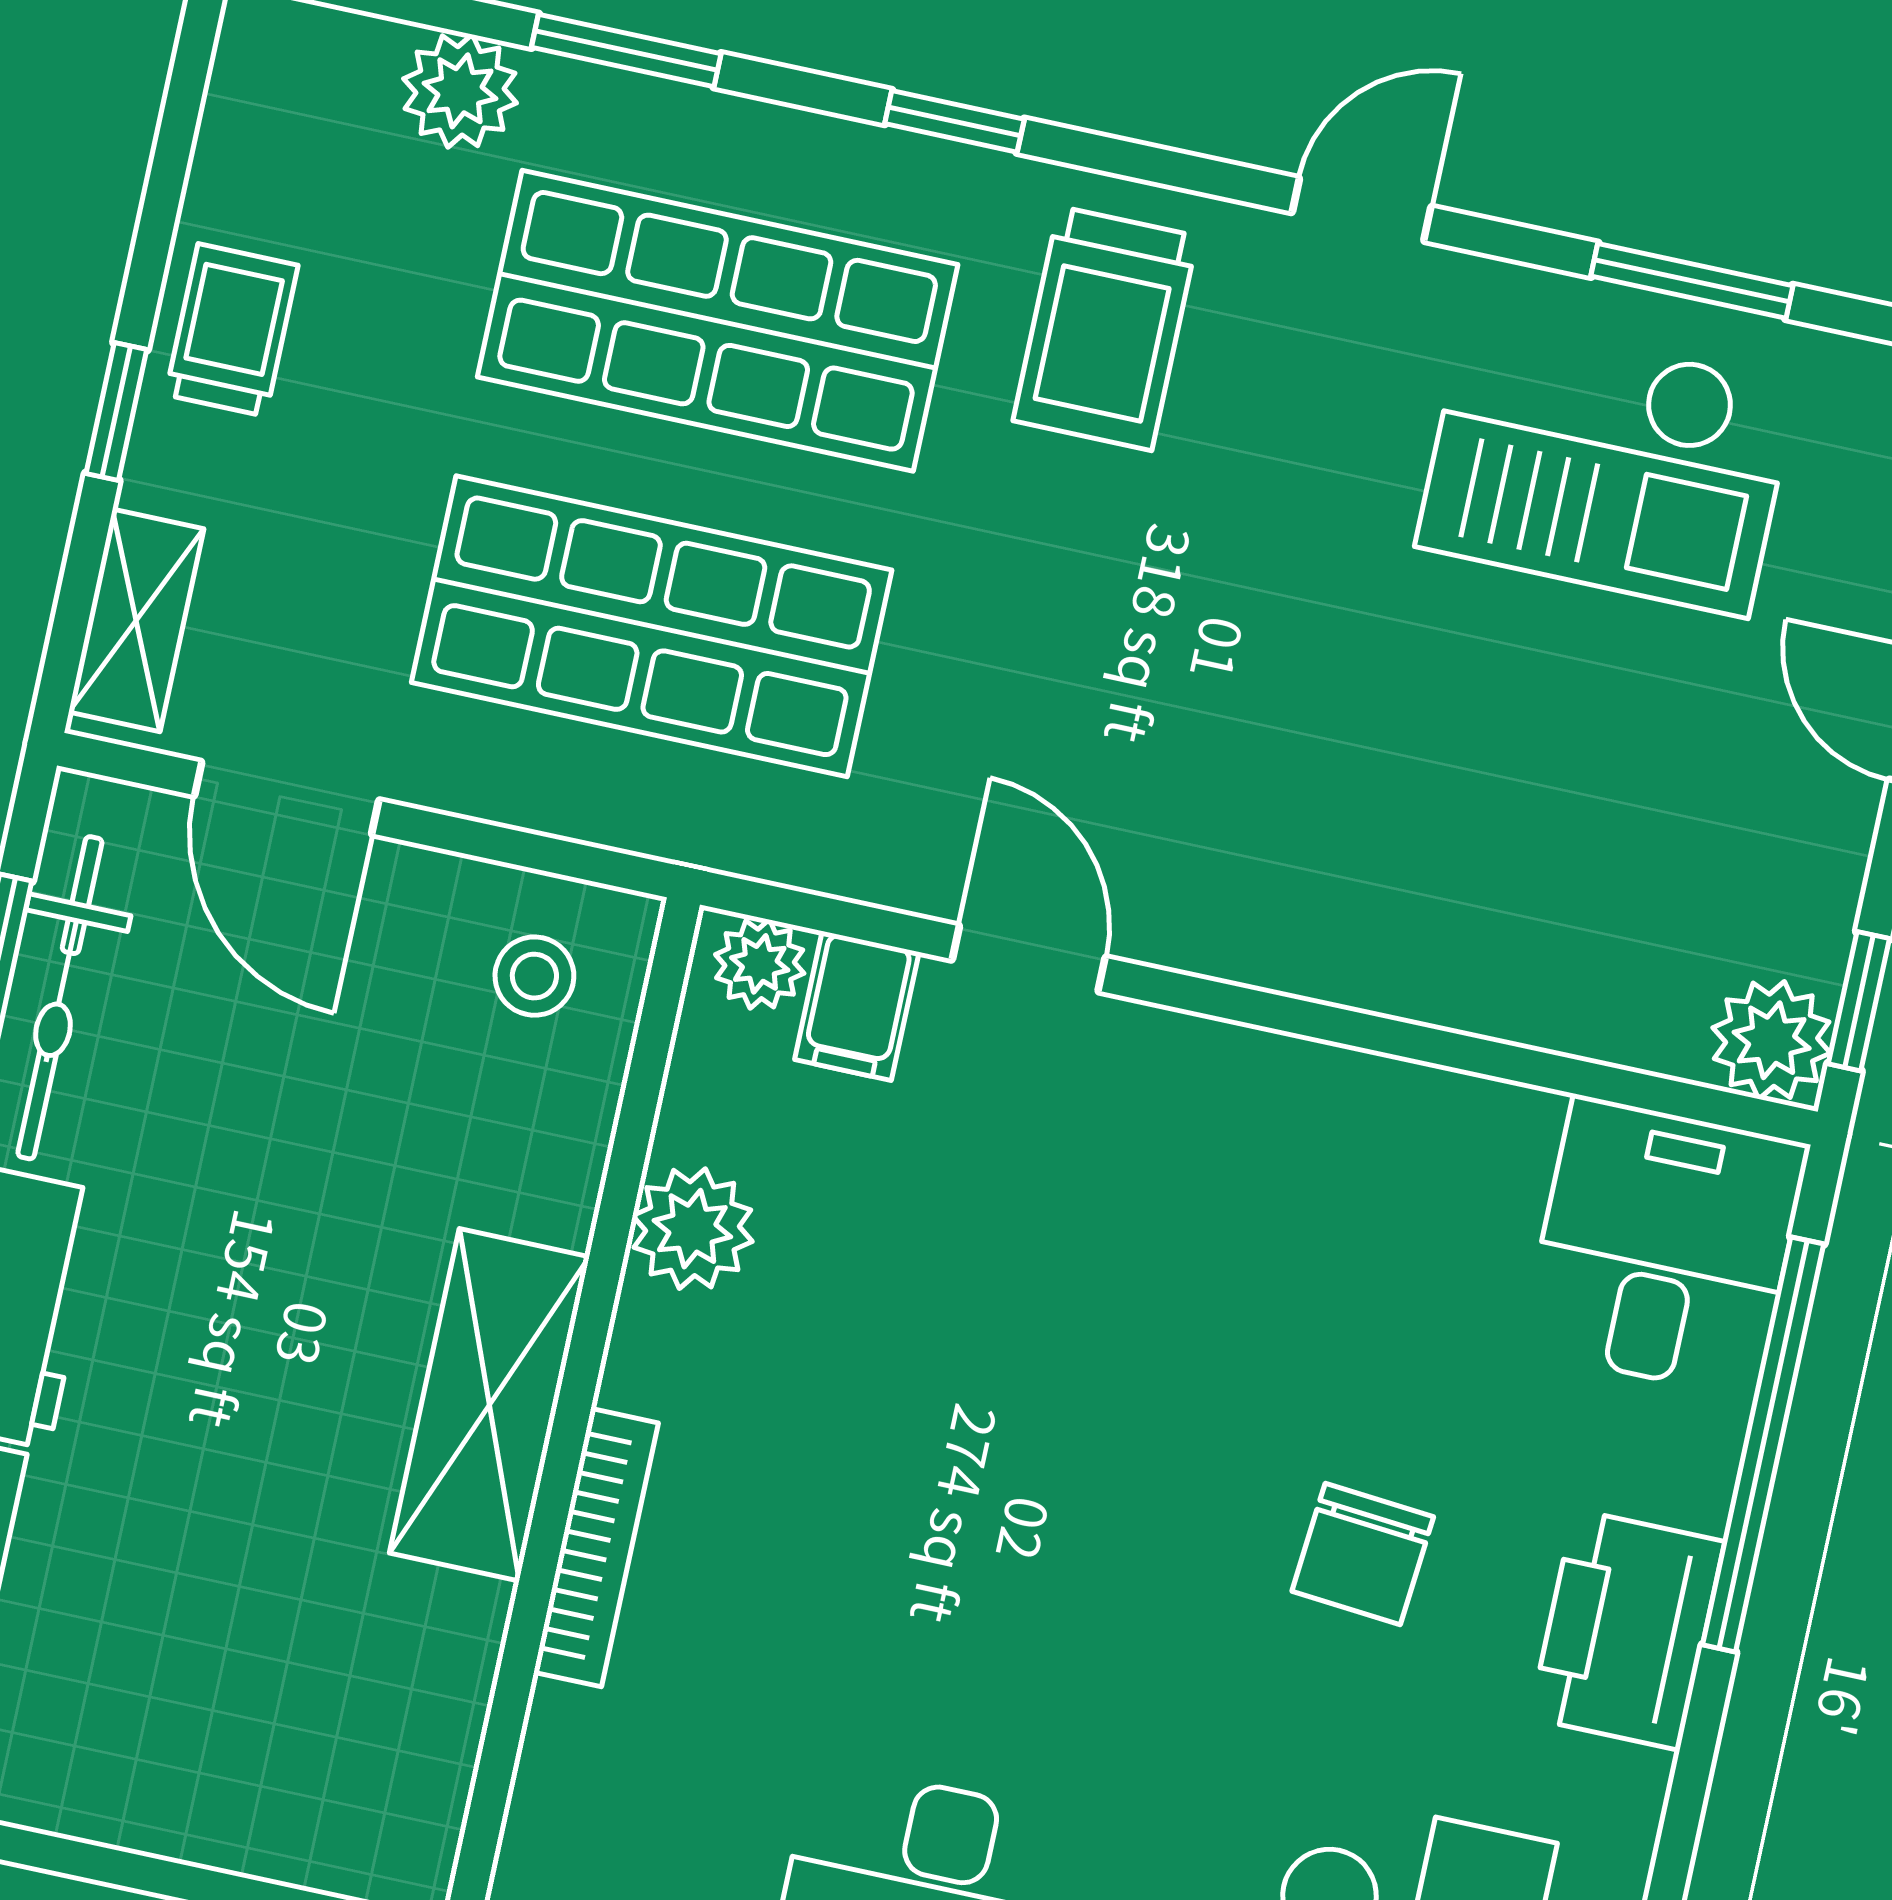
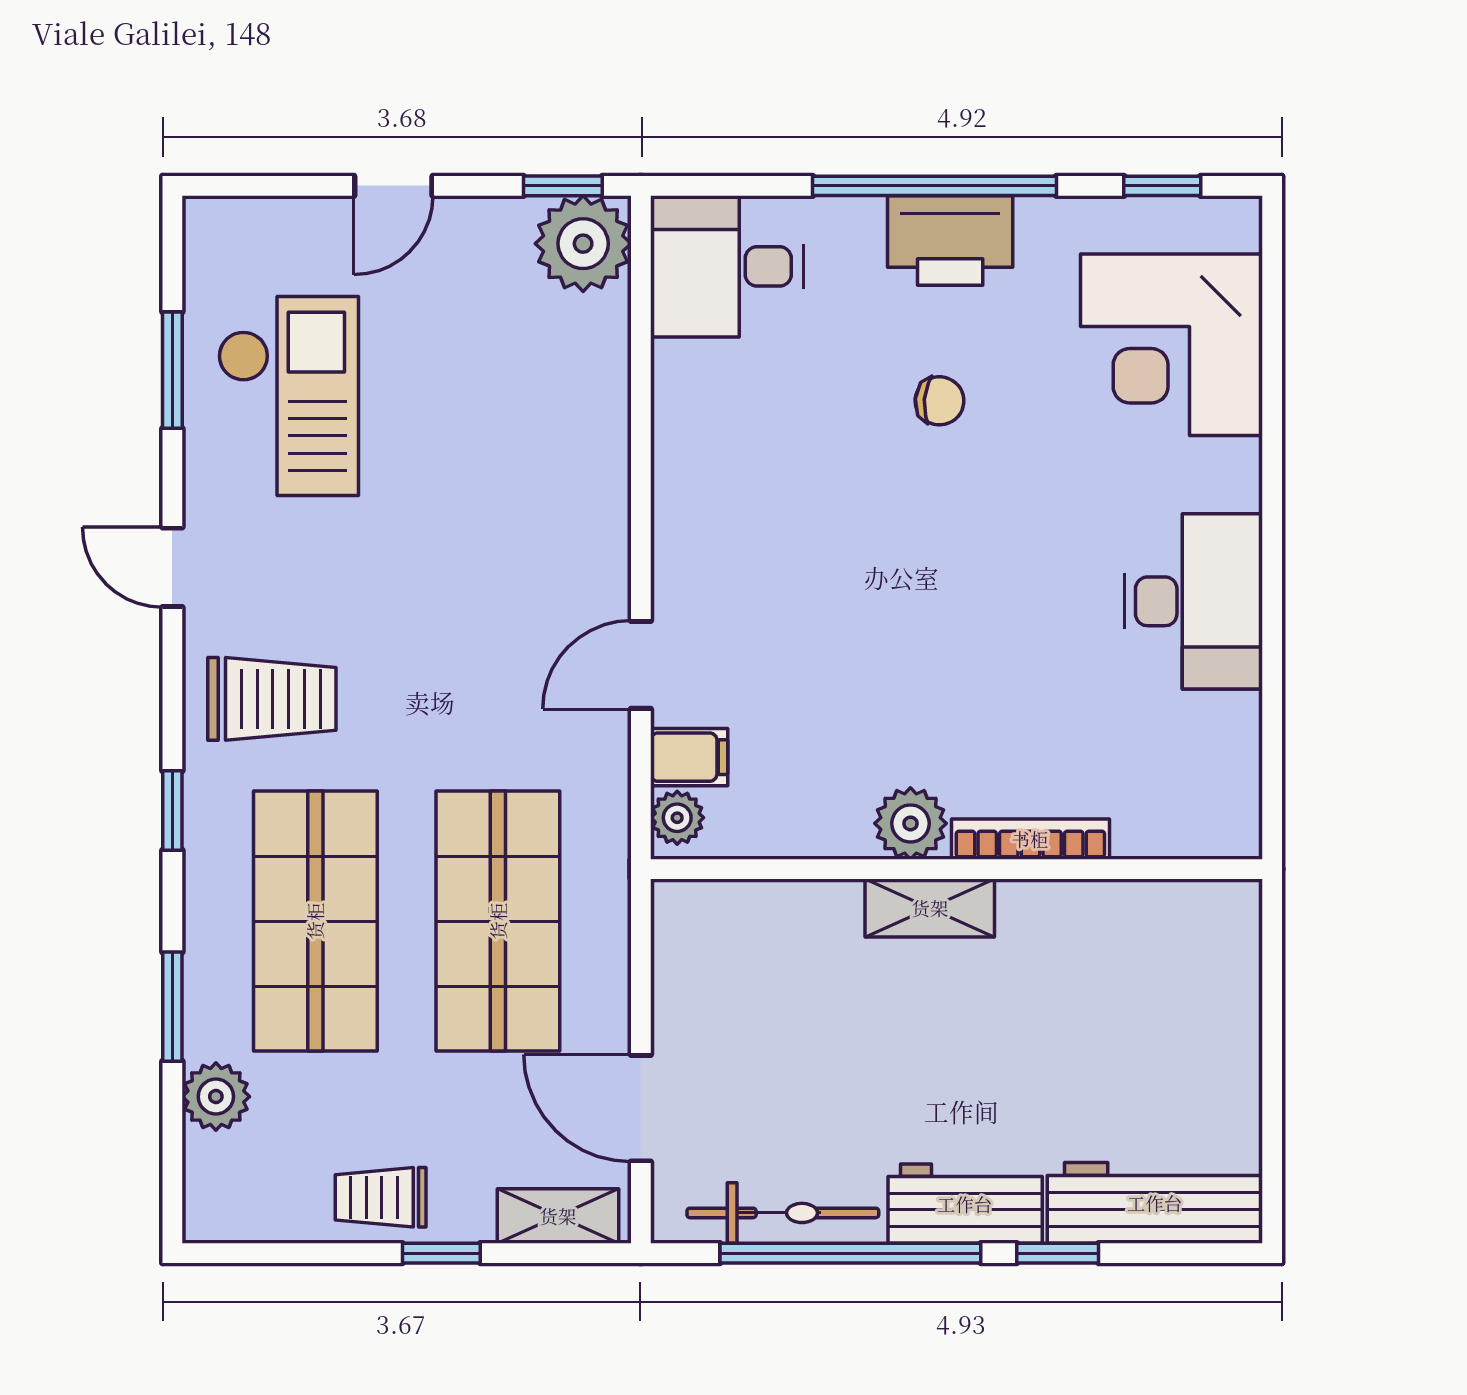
door: (287, 798) -> (641, 1108), swing flipped
stool: (534, 976) -> (712, 945), removed
plant: (1772, 1040) -> (583, 244), width x1.36, depth x1.36
plant: (692, 1229) -> (910, 823), moved
shelving: (489, 1405) -> (930, 908), width x0.67, depth x0.75
window: (1763, 1444) -> (934, 186), moved
chair: (1363, 1554) -> (940, 401), width x0.73, depth x0.73

